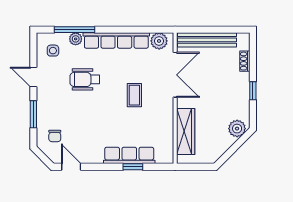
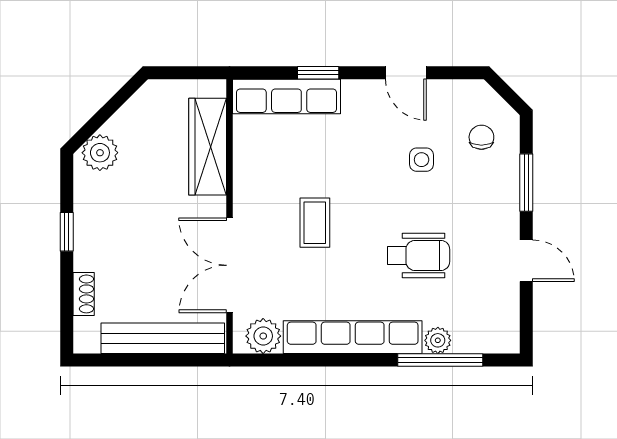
side table: (53, 51) -> (422, 160), moved
row of seats: (129, 155) -> (286, 97), moved
door: (71, 167) -> (406, 73), moved

